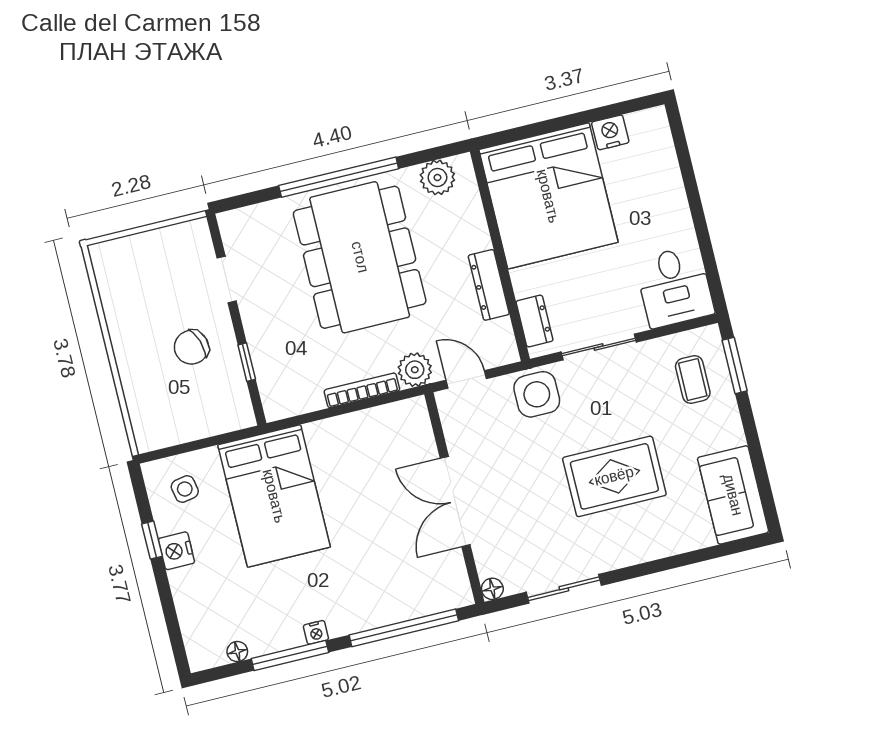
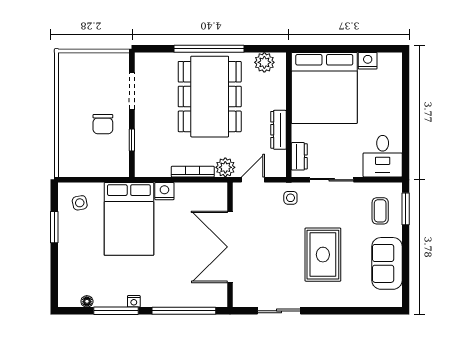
doorway: (227, 280) -> (132, 91), width x1.38
chair: (191, 347) -> (103, 124), turned -72
door: (466, 379) -> (253, 180), hinge flipped
side table: (537, 394) -> (290, 198), width x0.54, depth x0.54
rug: (614, 476) -> (323, 255), turned 90
sofa: (733, 495) -> (387, 263), moved
double door: (455, 502) -> (230, 247), width x1.36
window: (152, 540) -> (54, 227), width x1.50
nightstand: (176, 551) -> (164, 191), moved, turned 90
floor lamp: (492, 589) -> (239, 301), removed

